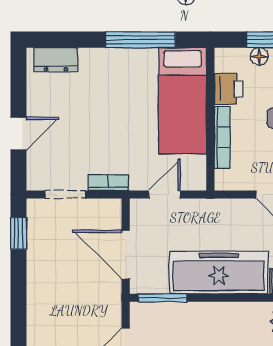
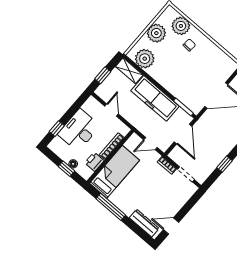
dresser: (56, 60) -> (144, 223), width x1.44
door: (18, 134) -> (171, 226), moved
window: (18, 233) -> (225, 164), moved

